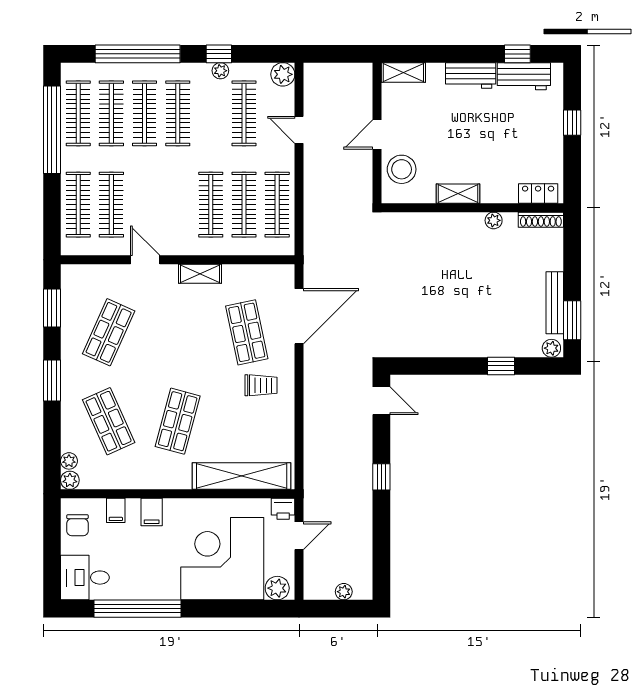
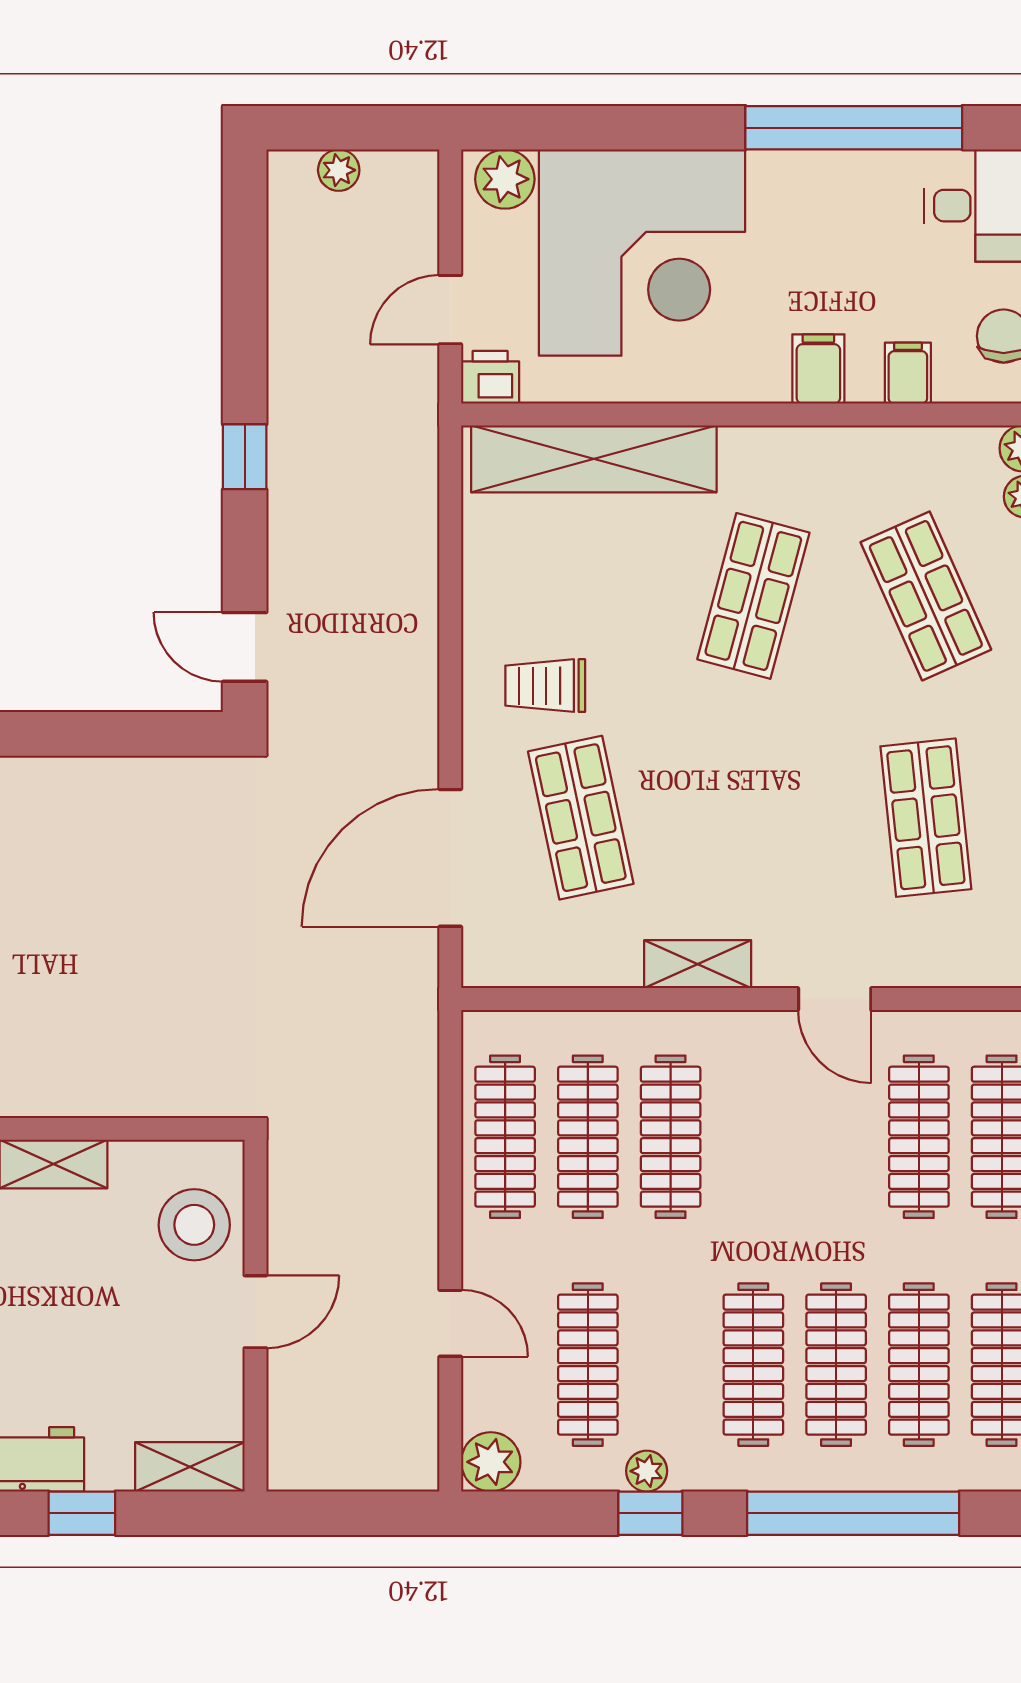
window: (447, 54) -> (82, 1513), added
shop shelf: (109, 332) -> (926, 818), turned -30

